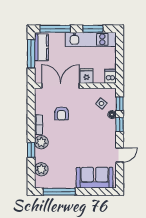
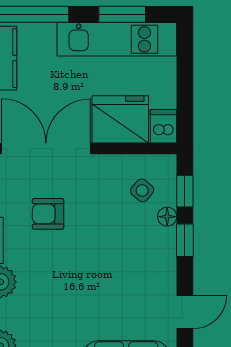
fridge: (87, 76) -> (120, 119), width x1.88, depth x1.34
armchair: (61, 113) -> (48, 214), turned 90

